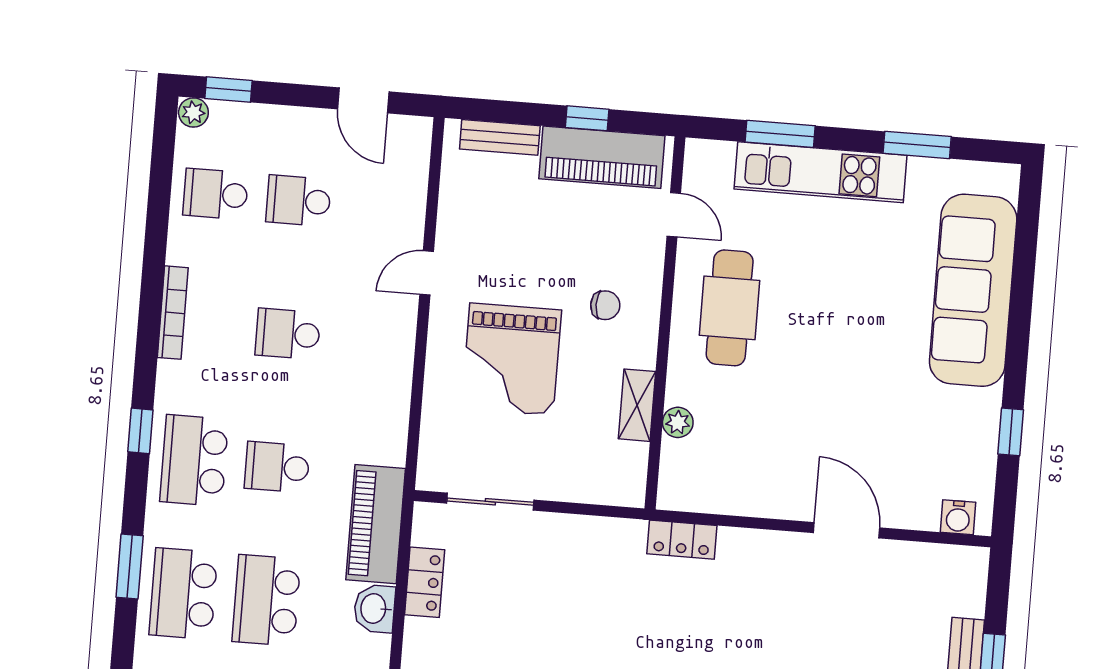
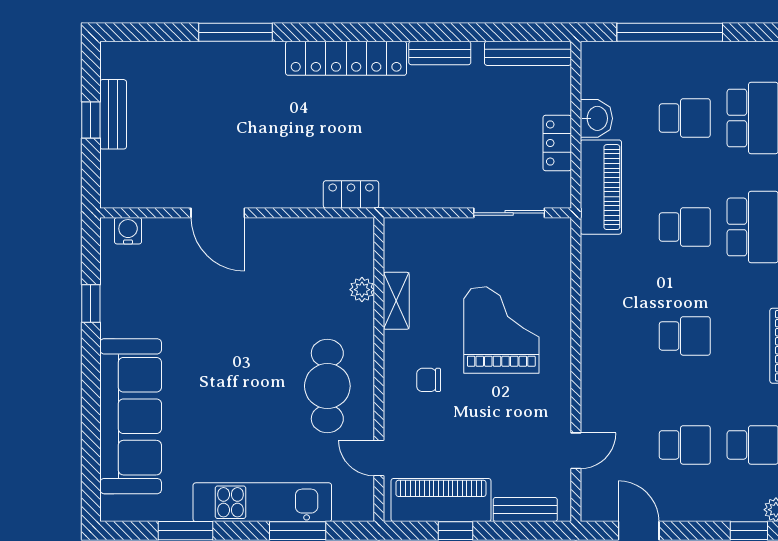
door: (427, 273) -> (576, 451), moved
school desk: (266, 600) -> (685, 118), width x0.54

